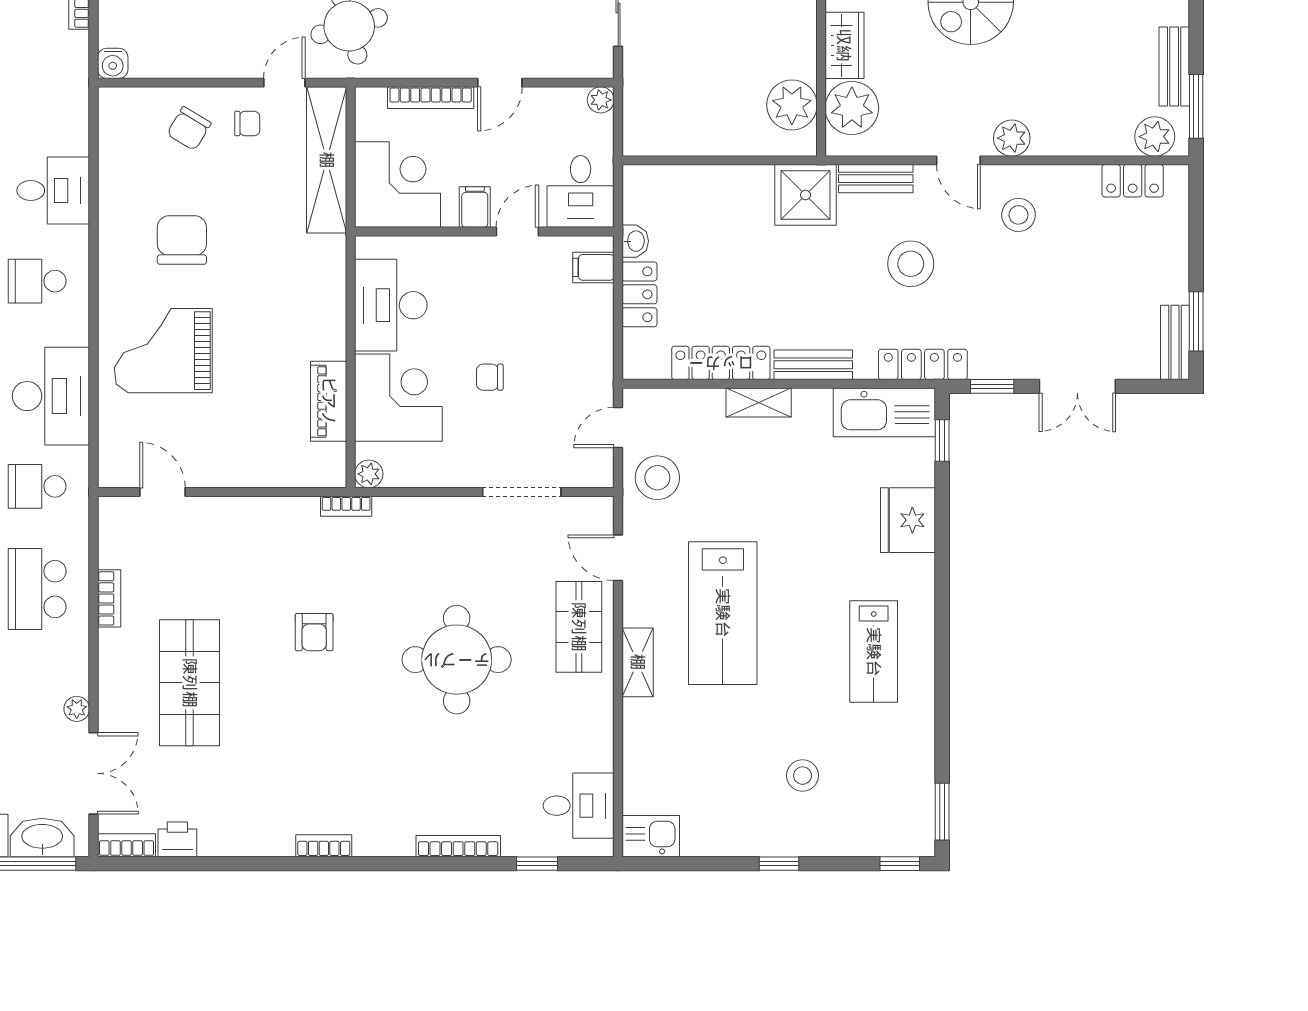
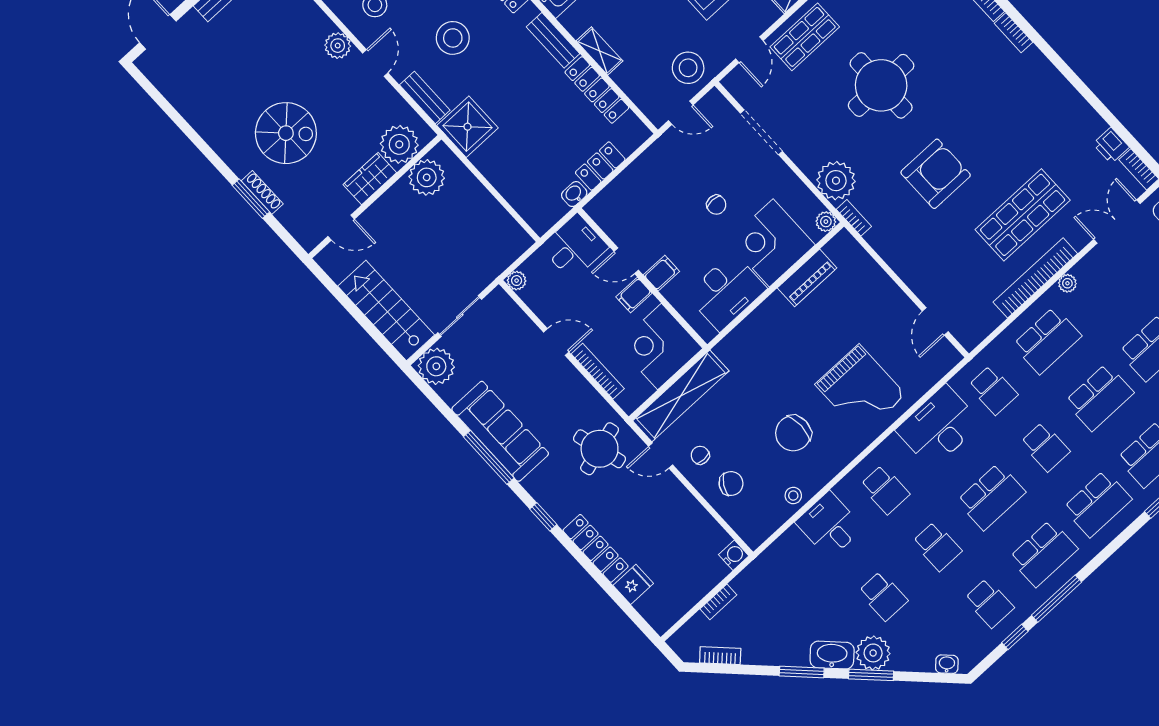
stool: (118, 181) -> (793, 496), added
filing cabinet: (593, 267) -> (661, 273), moved, turned -90
plant: (401, 523) -> (836, 181), added
bookcase: (109, 598) -> (1035, 278), width x2.31, depth x1.31
armchair: (314, 632) -> (936, 174), width x1.88, depth x1.88
plant: (77, 709) -> (1067, 283), moved
bookcase: (324, 846) -> (1014, 33), moved

